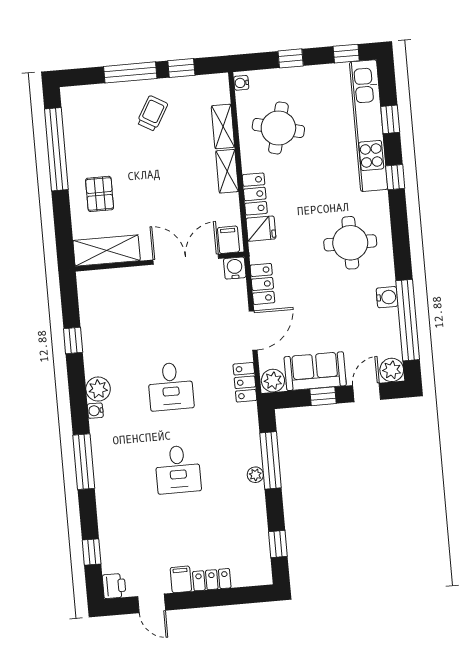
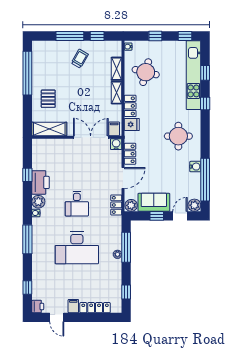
printer: (99, 352) -> (41, 182), added
desk: (178, 469) -> (77, 248), width x1.87, depth x1.30
locker: (212, 580) -> (95, 308), width x1.53

